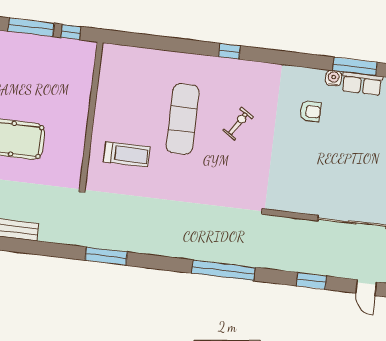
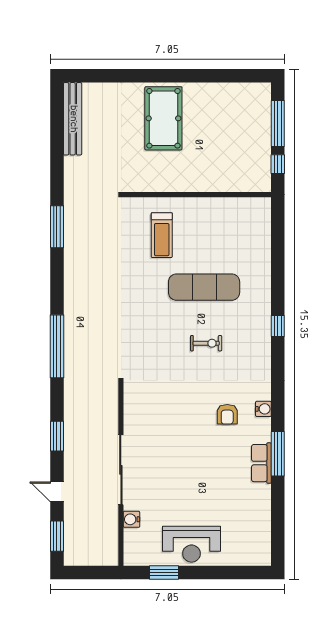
water cooler: (333, 78) -> (263, 409), moved
exercise bike: (238, 124) -> (206, 343), turned -32
door: (366, 288) -> (57, 492), hinge flipped

